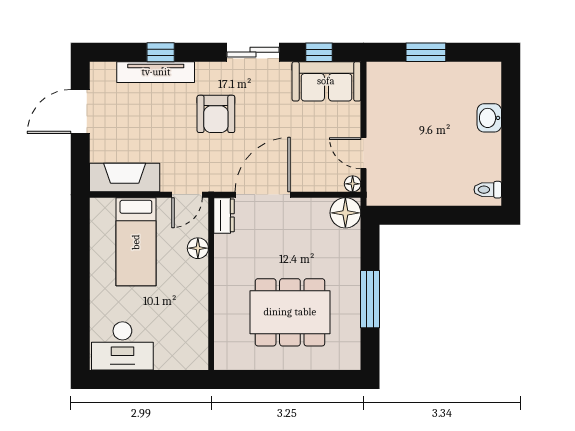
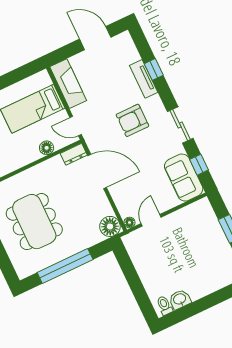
tv unit: (156, 72) -> (144, 79), width x0.71
washbasin: (489, 118) -> (180, 299), moved
window: (370, 299) -> (65, 266), width x1.46

